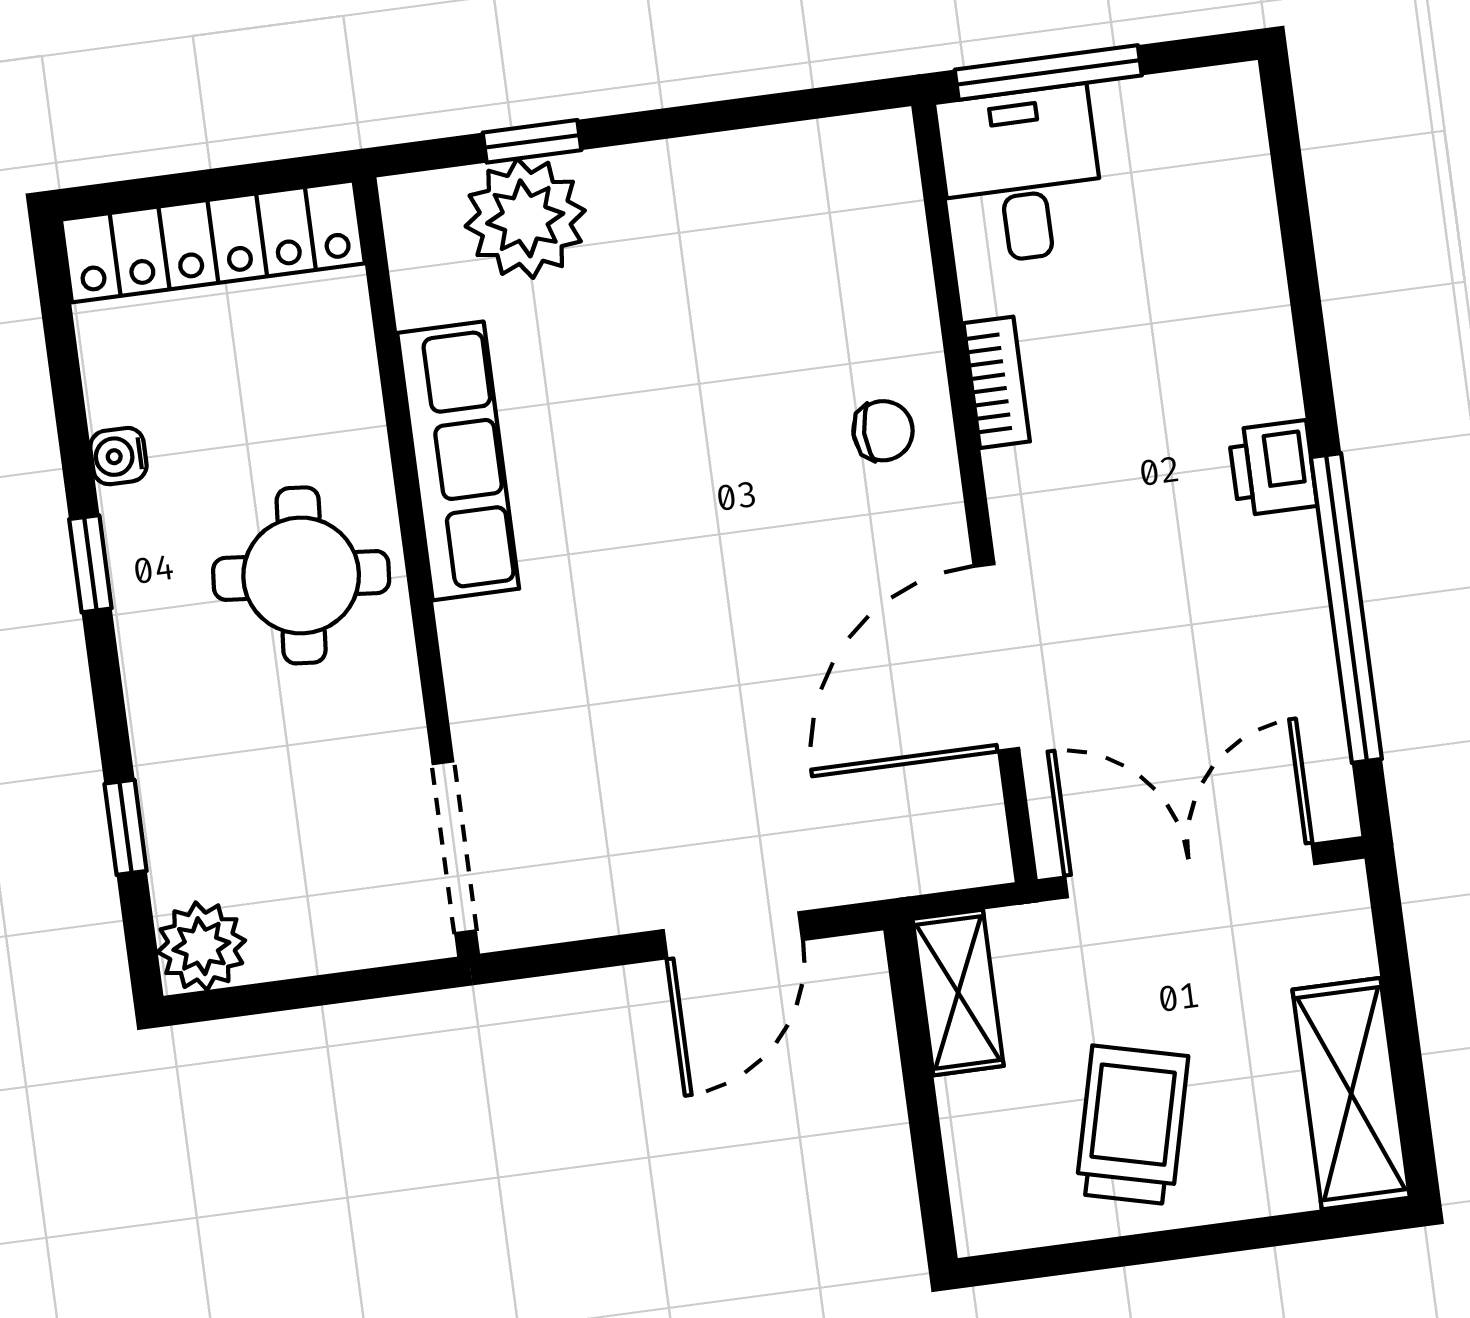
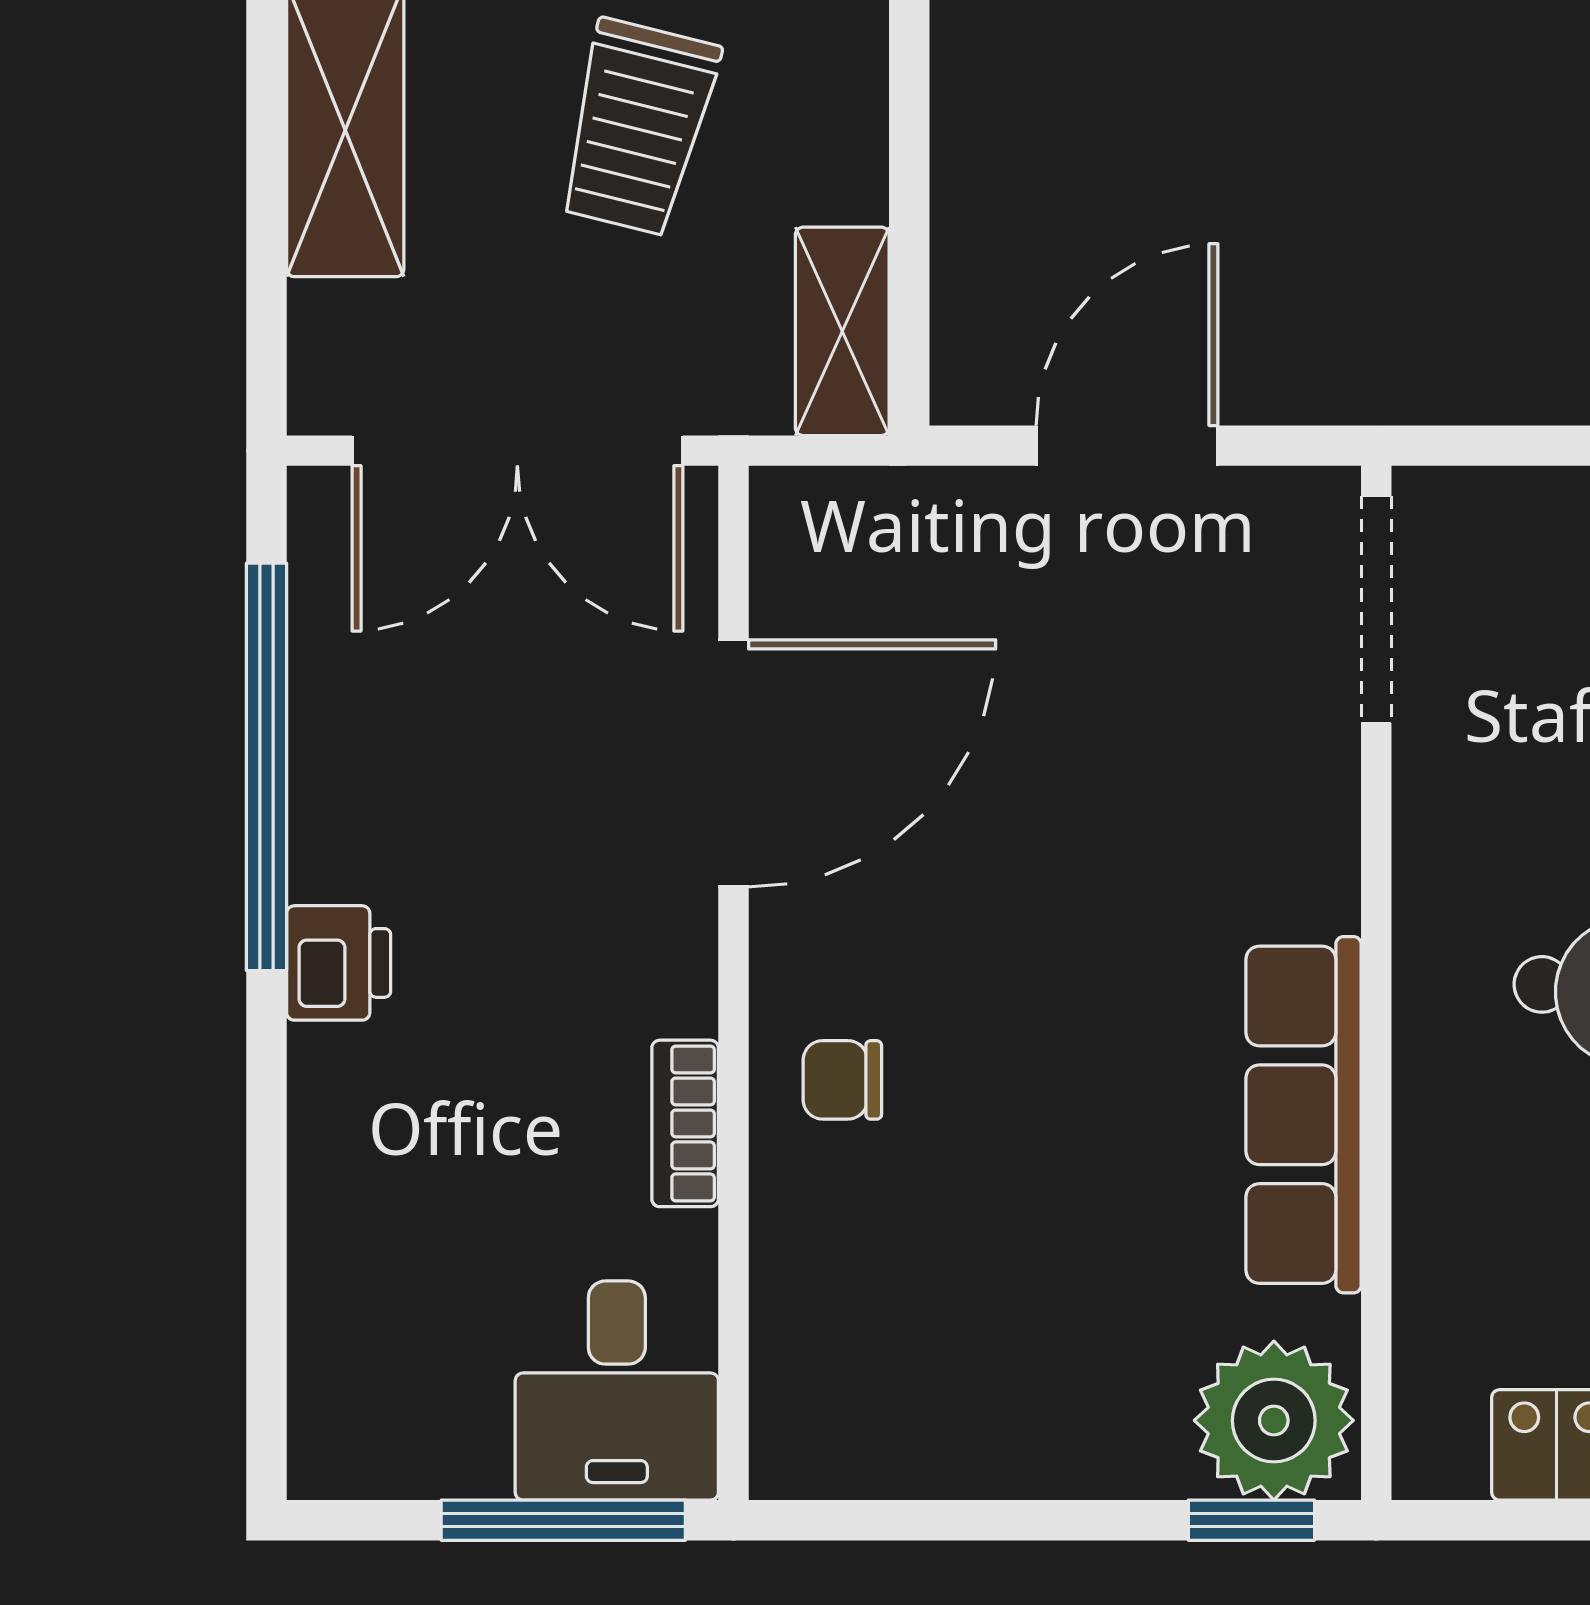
row of seats: (458, 461) -> (1304, 1115), moved
wall: (417, 567) -> (1376, 983), moved
doorway: (454, 847) -> (1376, 609), moved

